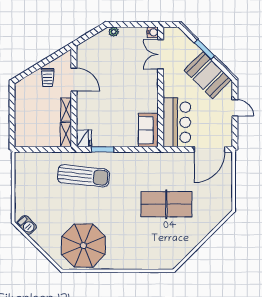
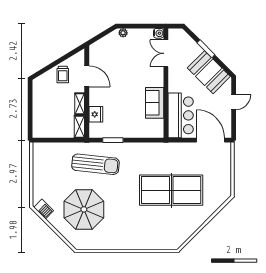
door: (235, 108) -> (234, 102), hinge flipped
sofa: (148, 130) -> (155, 103), moved
fridge: (84, 138) -> (96, 114), moved
door: (210, 149) -> (211, 140), swing flipped
table tennis table: (166, 204) -> (171, 190), width x1.36, depth x1.32
parasol: (83, 246) -> (84, 209), moved

